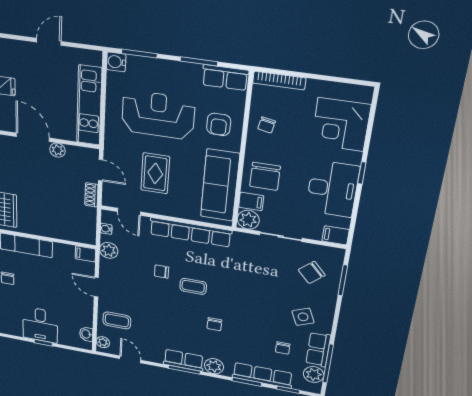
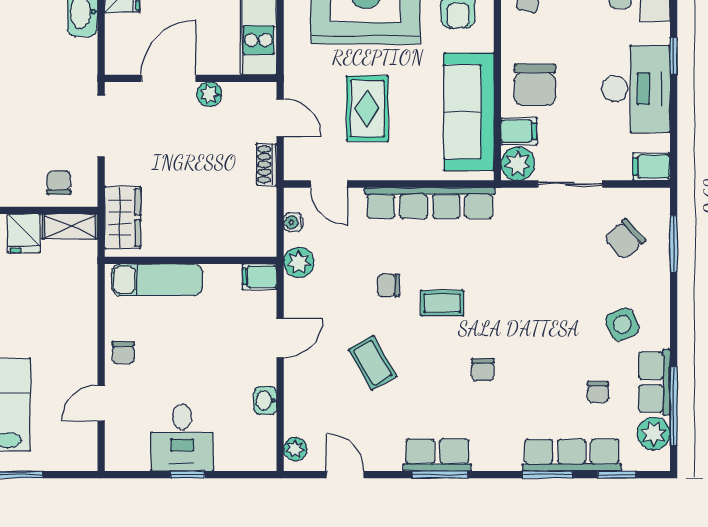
door: (33, 137) -> (168, 78), hinge flipped
door: (96, 287) -> (280, 338), swing flipped
coffee table: (117, 320) -> (372, 363), moved, turned 60
washbasin: (86, 334) -> (265, 401), moved
plant: (214, 366) -> (490, 455), removed

